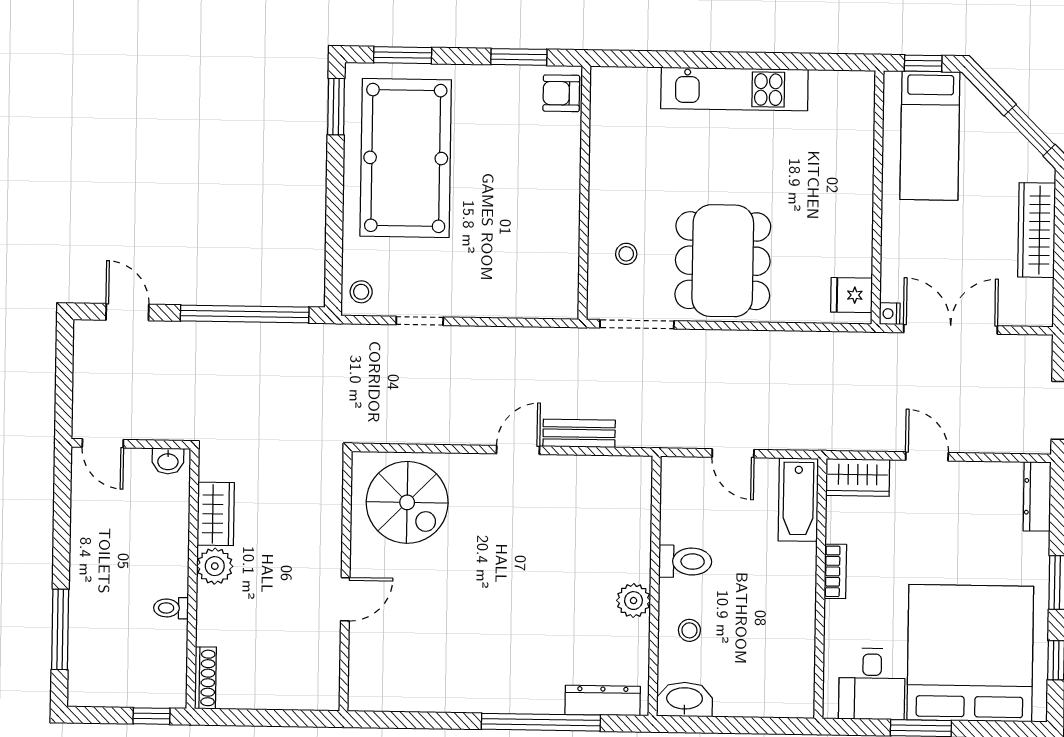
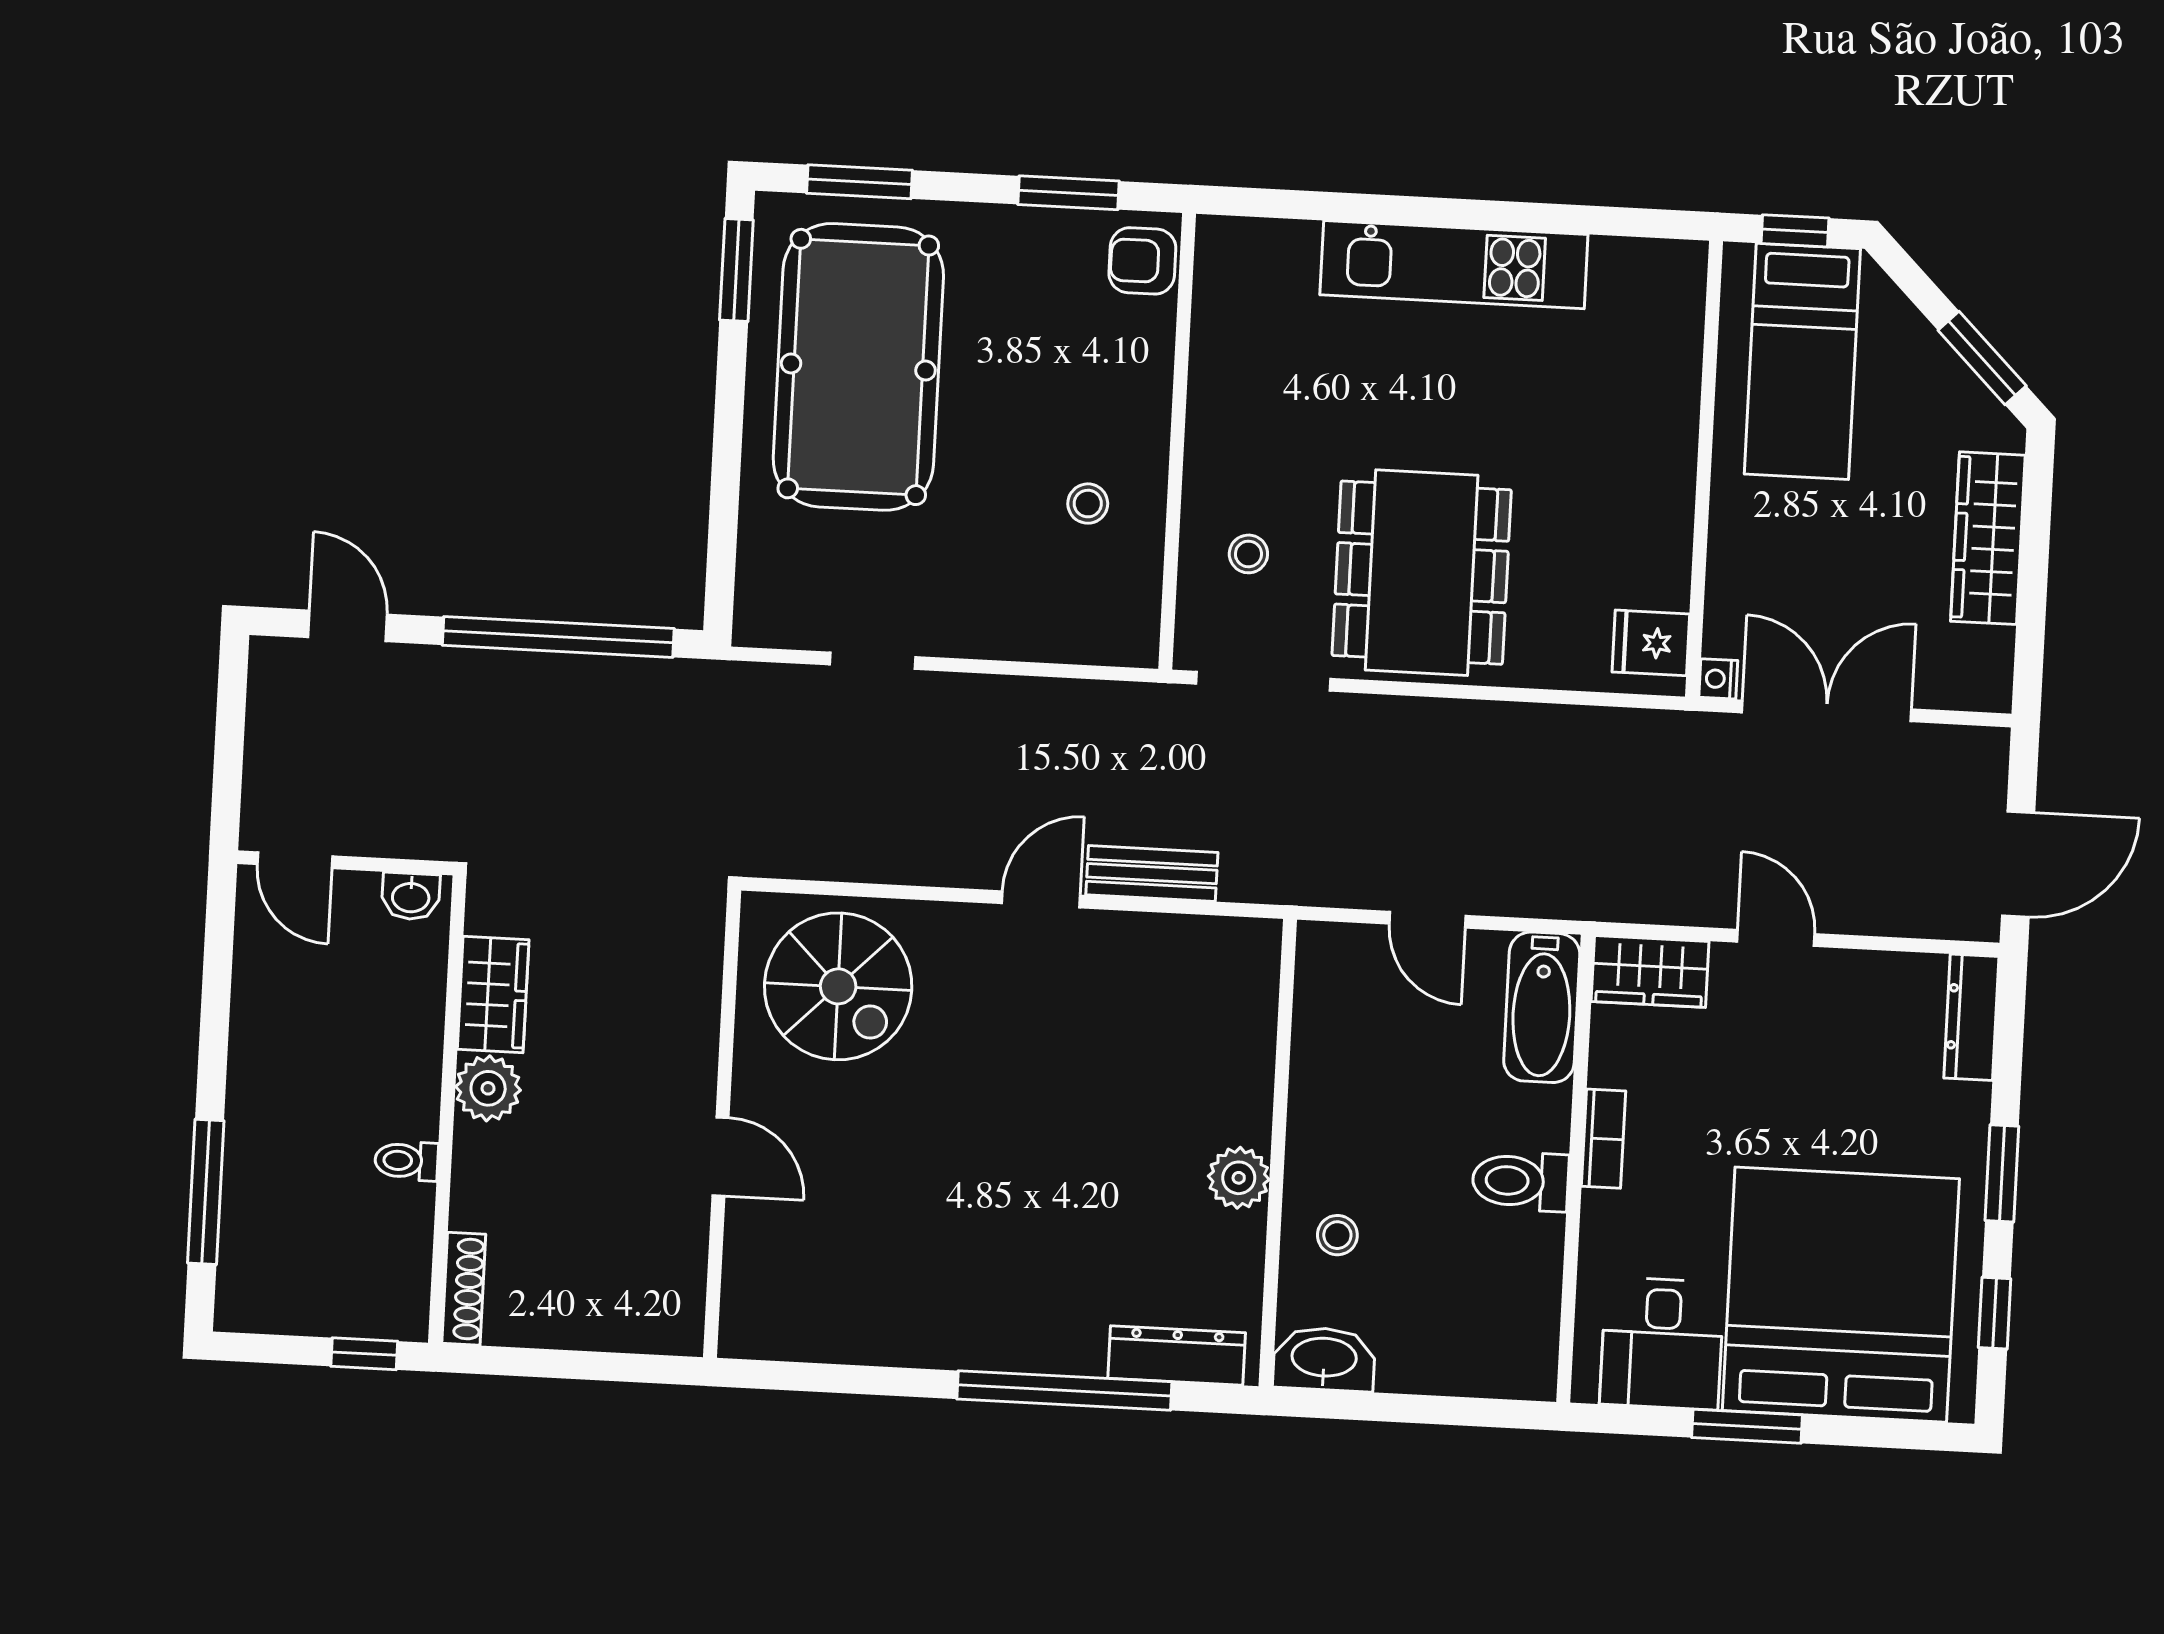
stool: (361, 292) -> (1088, 504), moved
toilet: (685, 561) -> (1520, 1181), moved, turned 180
door: (345, 599) -> (720, 1157), hinge flipped

